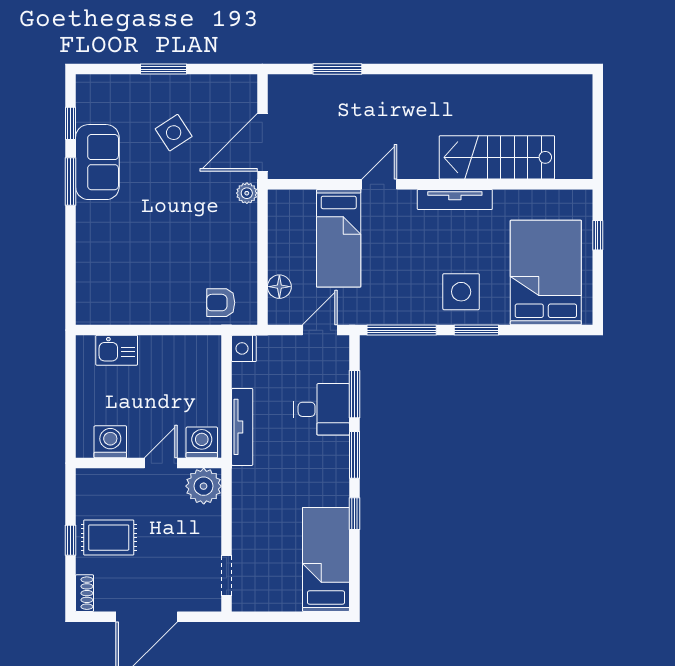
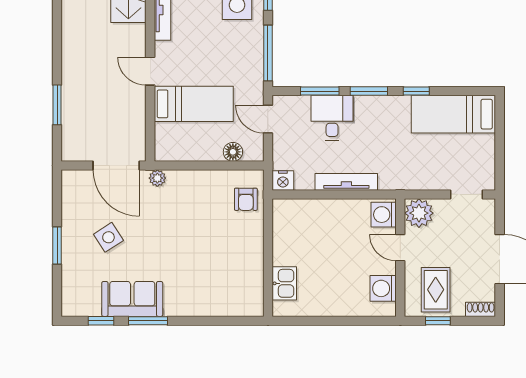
washing machine: (110, 442) -> (383, 288), moved
washing machine: (202, 442) -> (384, 215), moved
wall: (149, 463) -> (400, 258), moved
door: (161, 463) -> (400, 248), moved
plant: (204, 486) -> (419, 213), moved

